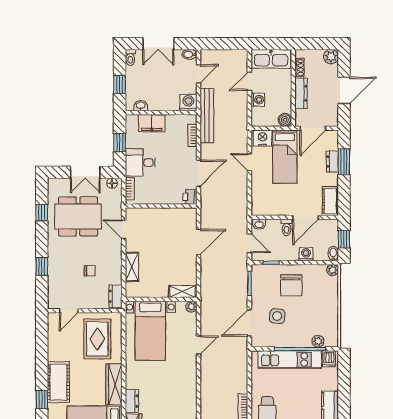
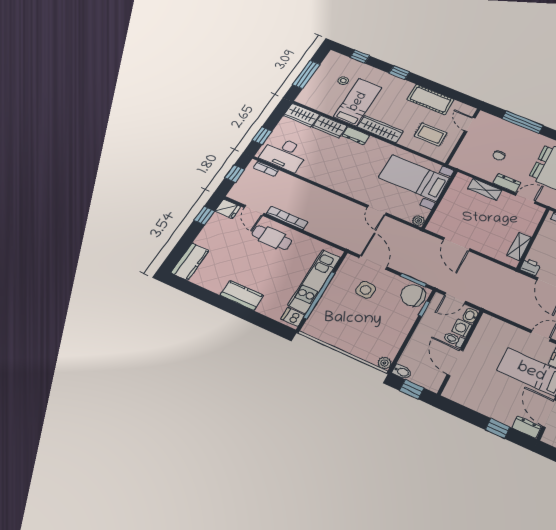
dresser: (332, 161) -> (527, 427), moved
window: (344, 162) -> (498, 428), width x0.67
cot: (330, 201) -> (461, 395), removed
door: (199, 242) -> (457, 244), moved
washing machine: (306, 254) -> (462, 328), moved, turned 180
window: (42, 266) -> (523, 122), width x2.17
chair: (291, 285) -> (413, 295), moved
shelving: (182, 291) -> (519, 247), moved
dresser: (115, 296) -> (507, 183), moved
rug: (97, 339) -> (431, 135), width x0.73, depth x0.70
plant: (318, 341) -> (317, 315), removed
cot: (58, 382) -> (431, 100), moved

